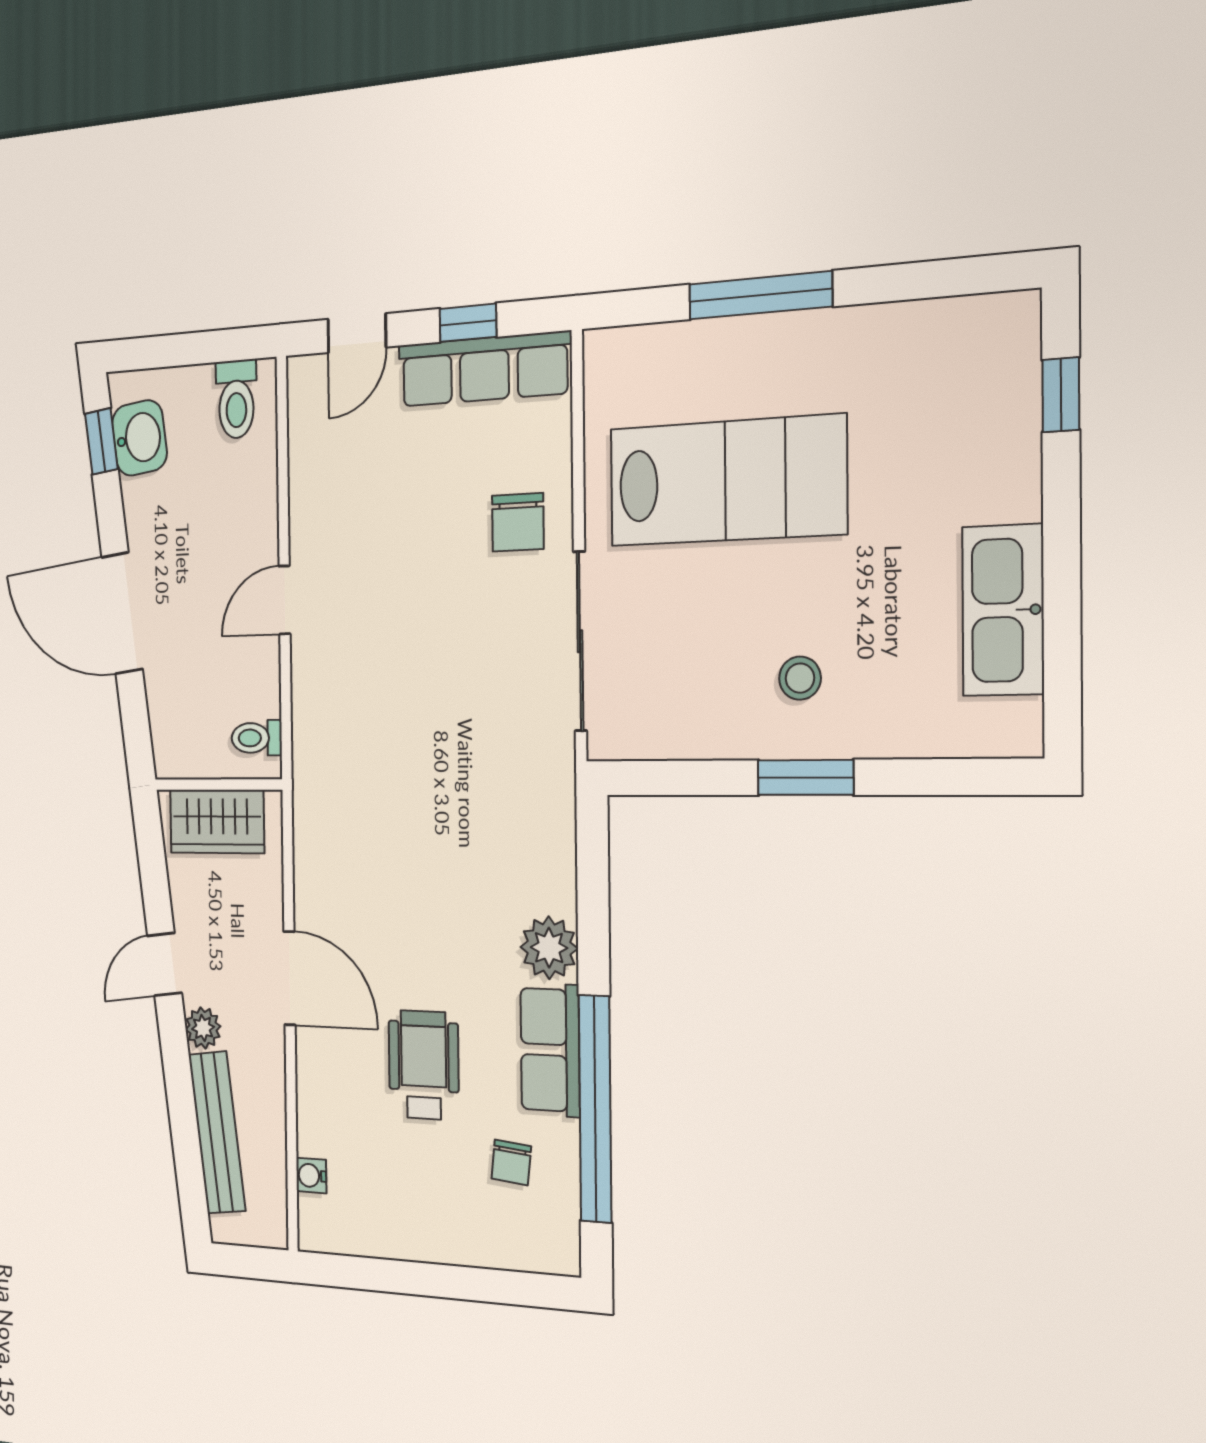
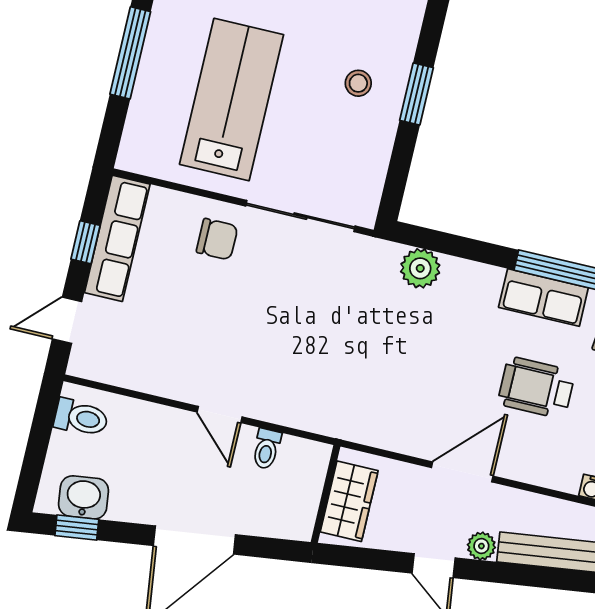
door: (357, 333) -> (67, 320), swing flipped
toilet: (257, 738) -> (266, 449), moved
plant: (549, 948) -> (420, 268), moved

